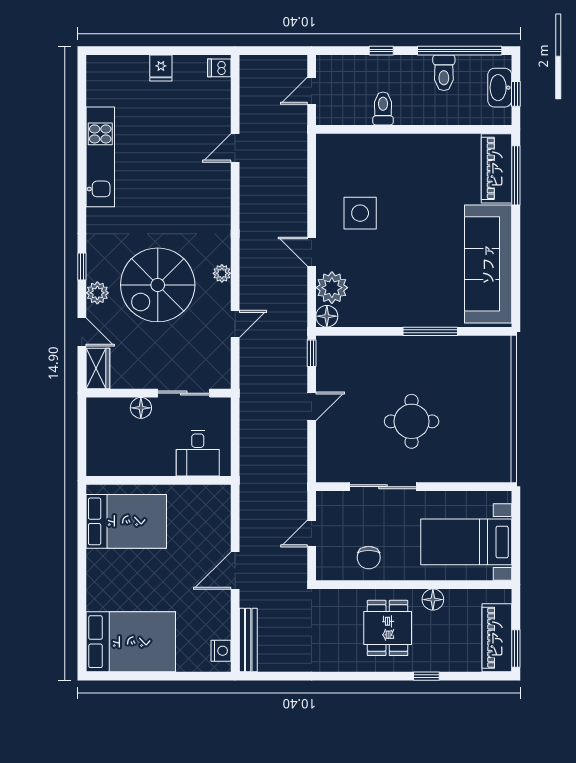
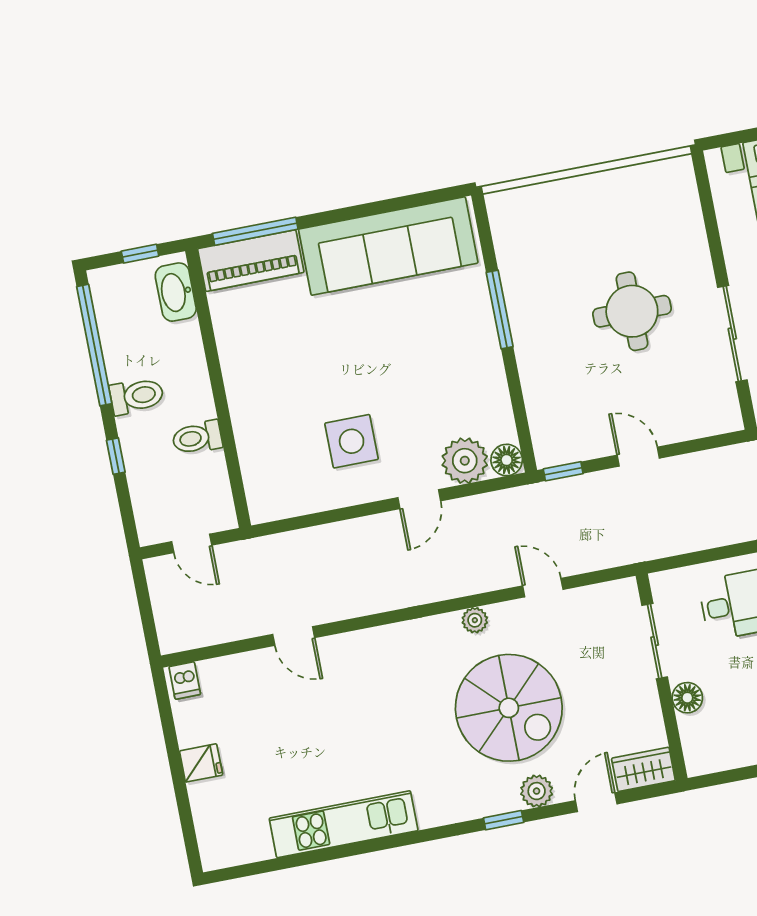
toilet: (444, 73) -> (137, 396), moved
washbasin: (500, 88) -> (176, 292), moved, turned 90

